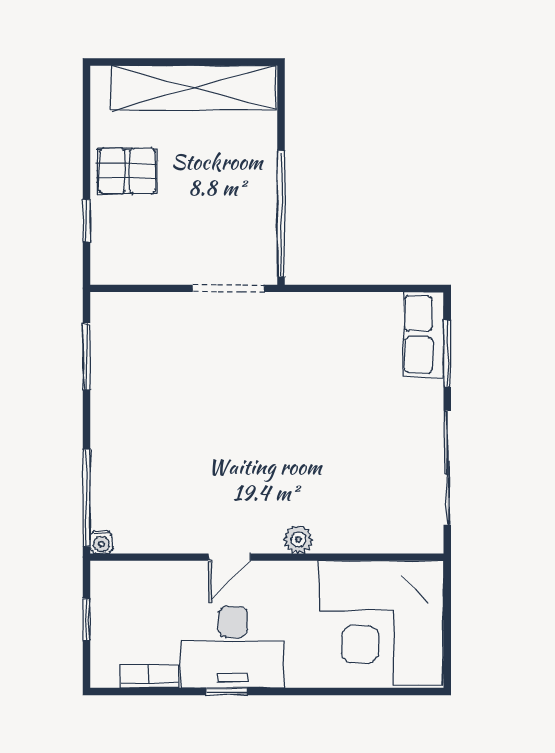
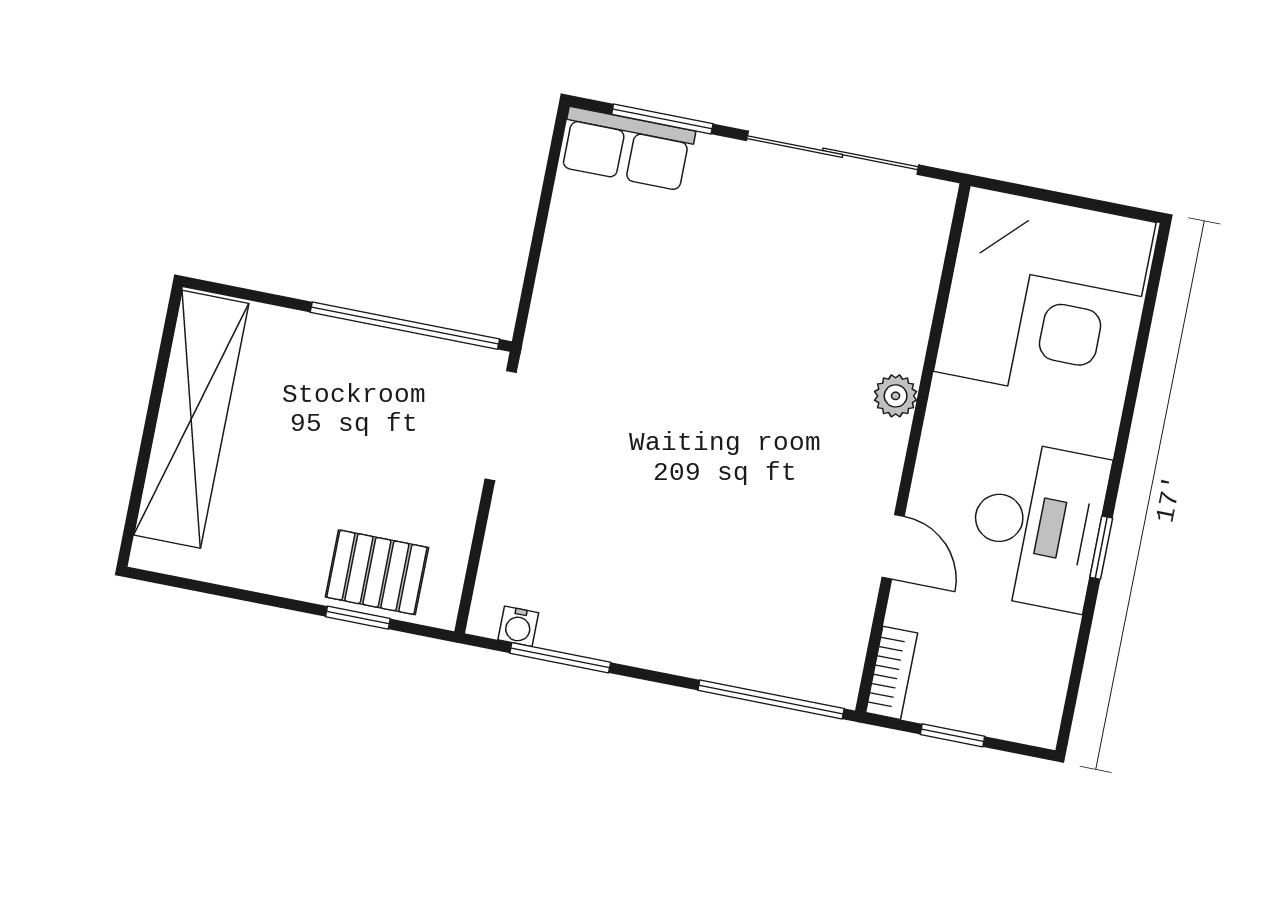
pallet: (127, 171) -> (377, 572), moved, turned 90
water cooler: (101, 542) -> (518, 626), moved, turned 90
door: (229, 557) -> (893, 547), moved
bookcase: (149, 676) -> (892, 673), moved, turned 180

